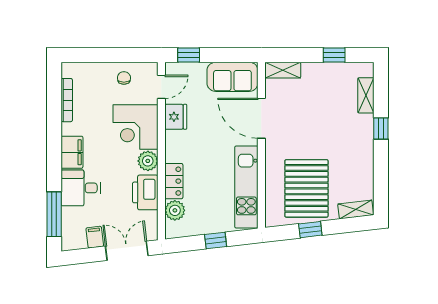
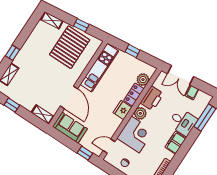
fridge: (176, 117) -> (122, 110), moved

